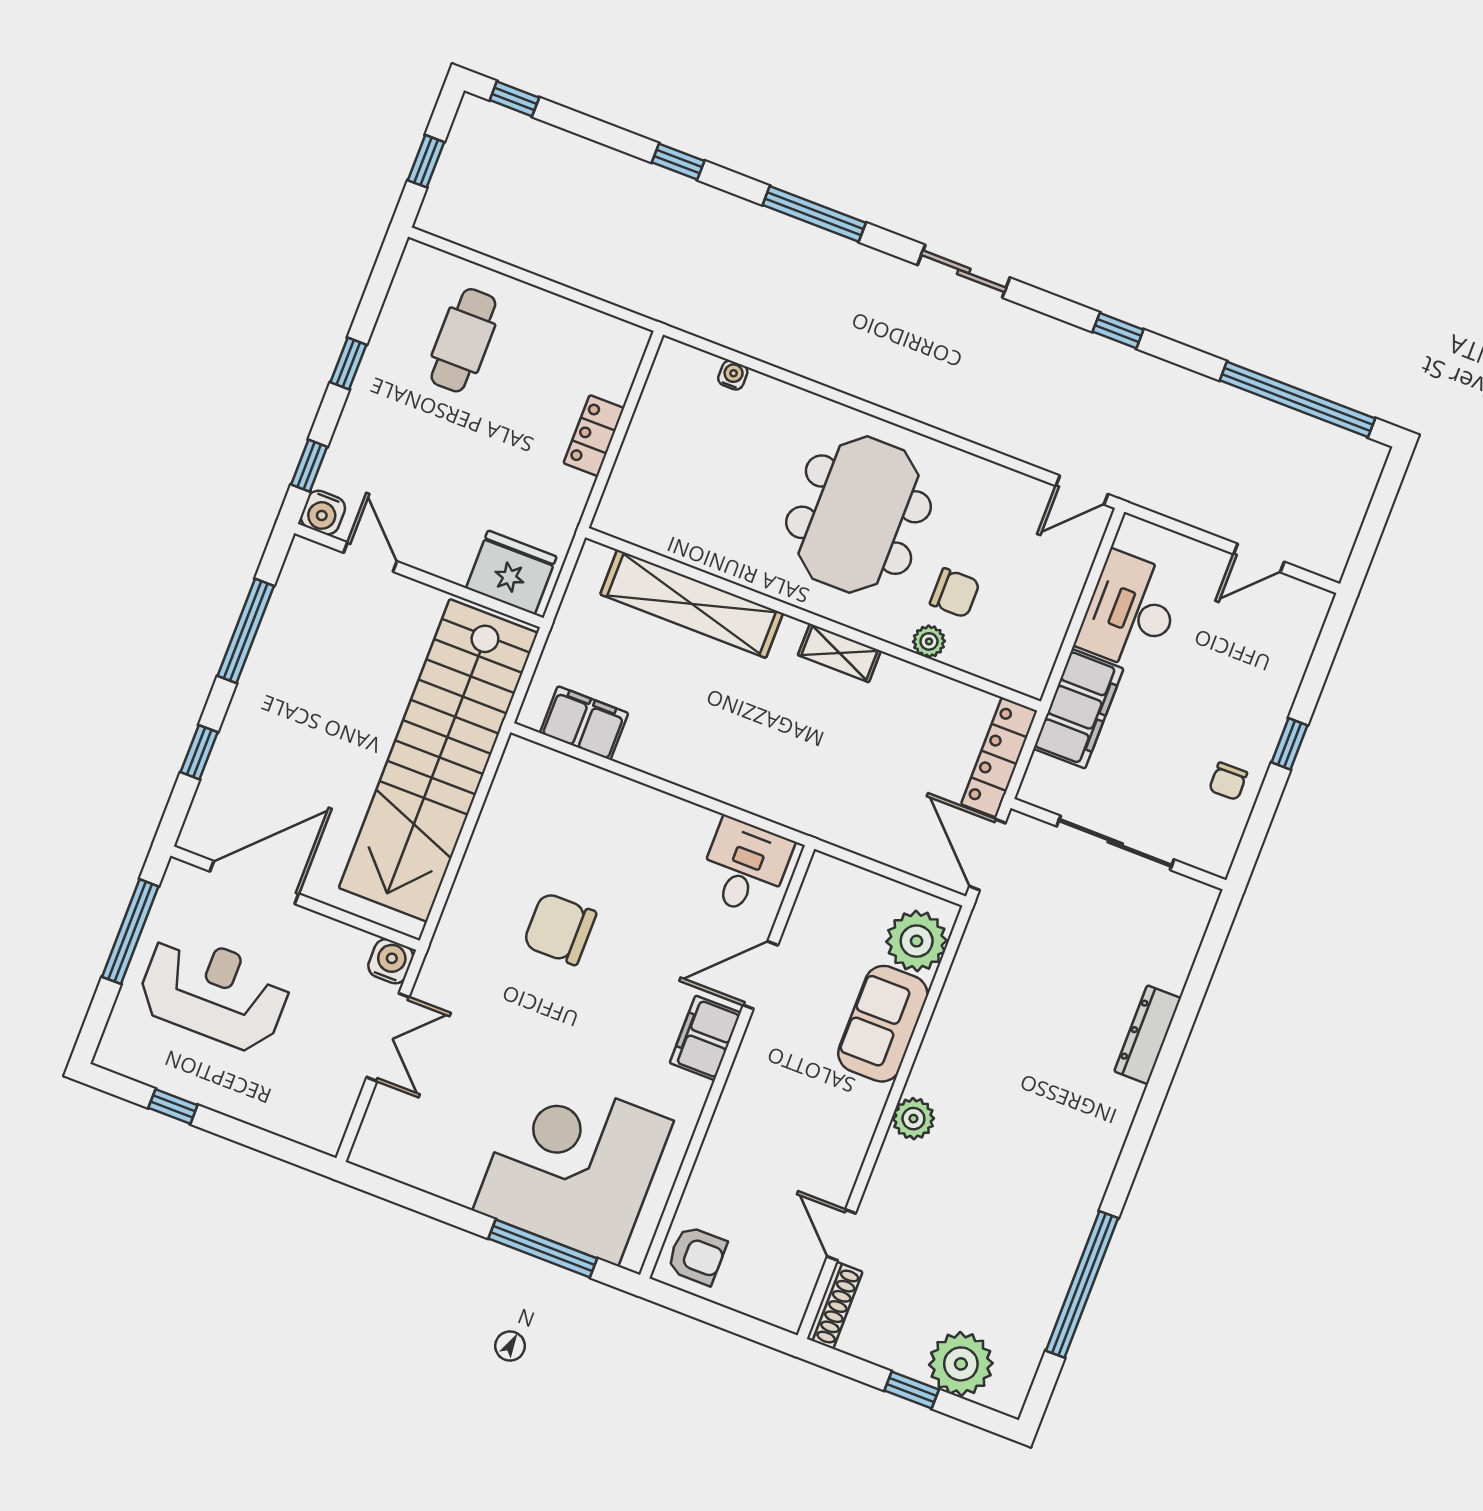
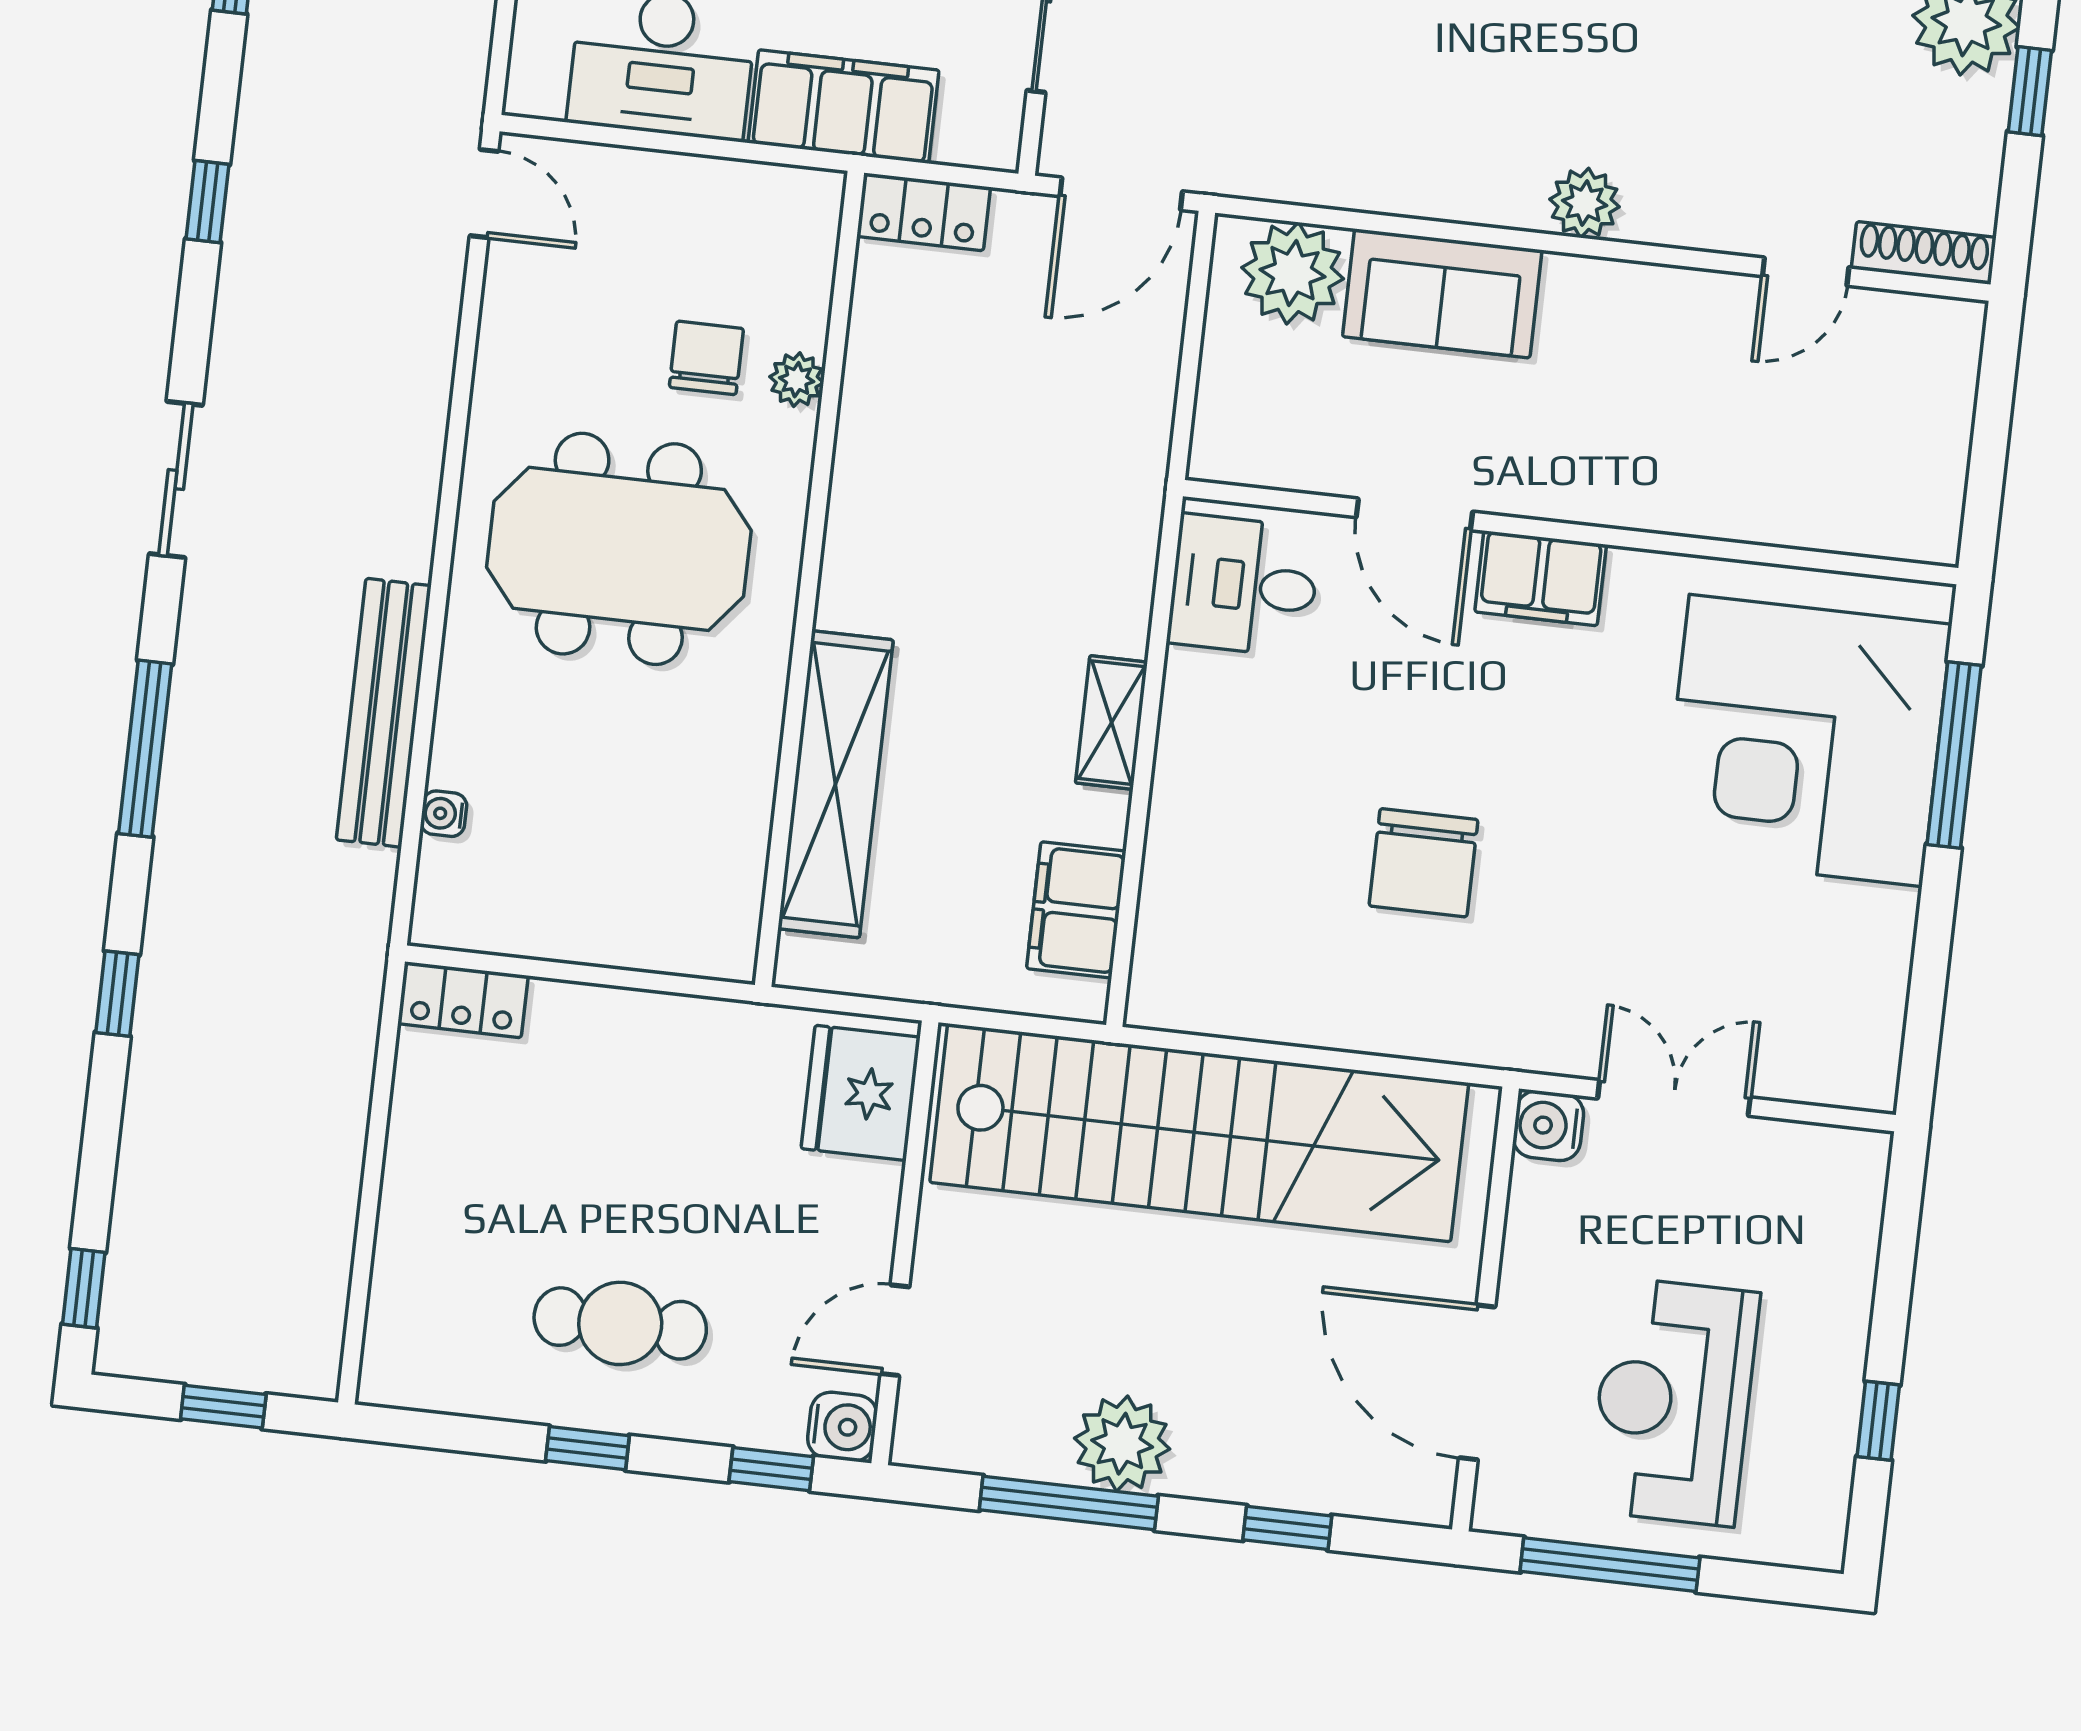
cafe table: (463, 340) -> (620, 1323), moved
bench: (799, 356) -> (384, 713), added
locker: (594, 436) -> (463, 1000), moved
shelving: (839, 653) -> (1112, 723), moved
plant: (272, 670) -> (1122, 1444), added
locker: (999, 757) -> (924, 212), width x0.66
armchair: (697, 1255) -> (1900, 500), removed

